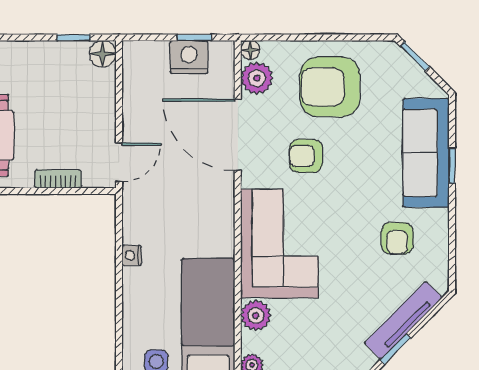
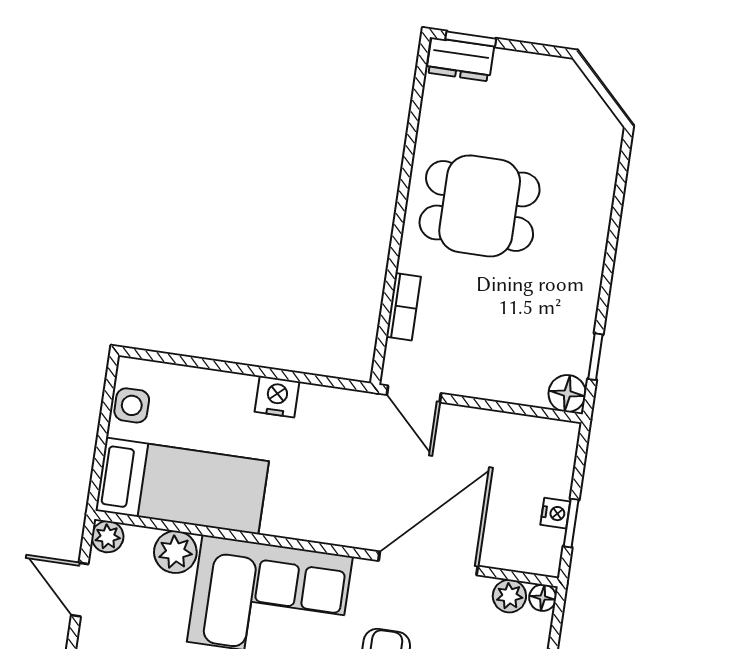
nightstand: (189, 57) -> (555, 513), width x0.53, depth x0.56
plant: (257, 78) -> (509, 596), width x0.73, depth x0.73
nightstand: (132, 255) -> (277, 397), width x1.39, depth x1.35

